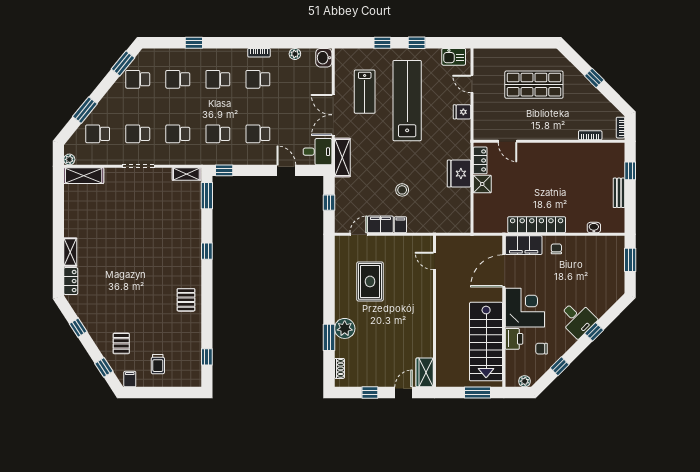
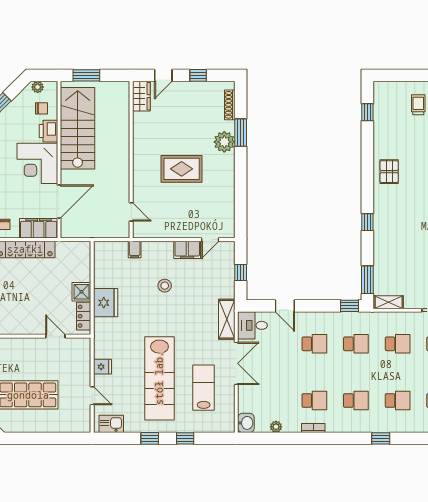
filing cabinet: (400, 225) -> (135, 249), moved
rug: (370, 281) -> (182, 169), moved, turned 90
chair: (541, 349) -> (41, 108), moved
shoe rack: (339, 368) -> (230, 105), width x1.43

